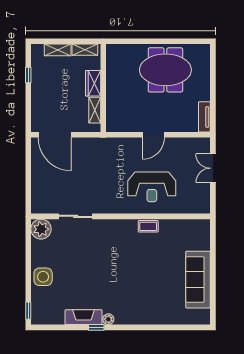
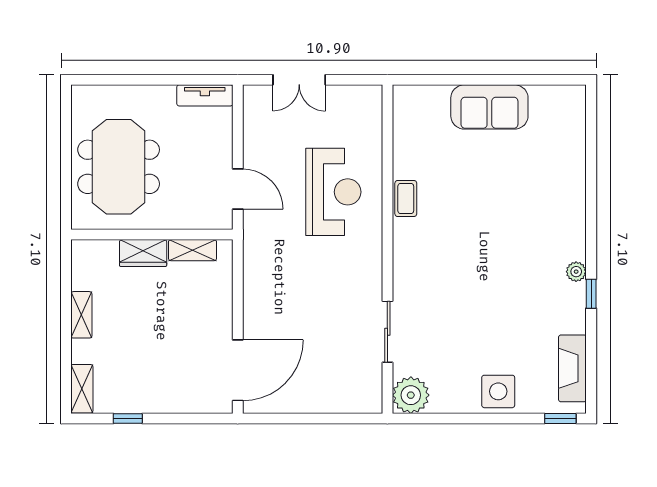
shelving: (58, 50) -> (82, 389), moved
wardrobe: (93, 83) -> (143, 253), moved
wall: (103, 88) -> (152, 234), moved
shelving: (95, 110) -> (192, 250), moved
sofa: (198, 280) -> (489, 107), width x0.73
fireplace: (83, 317) -> (572, 368), moved

